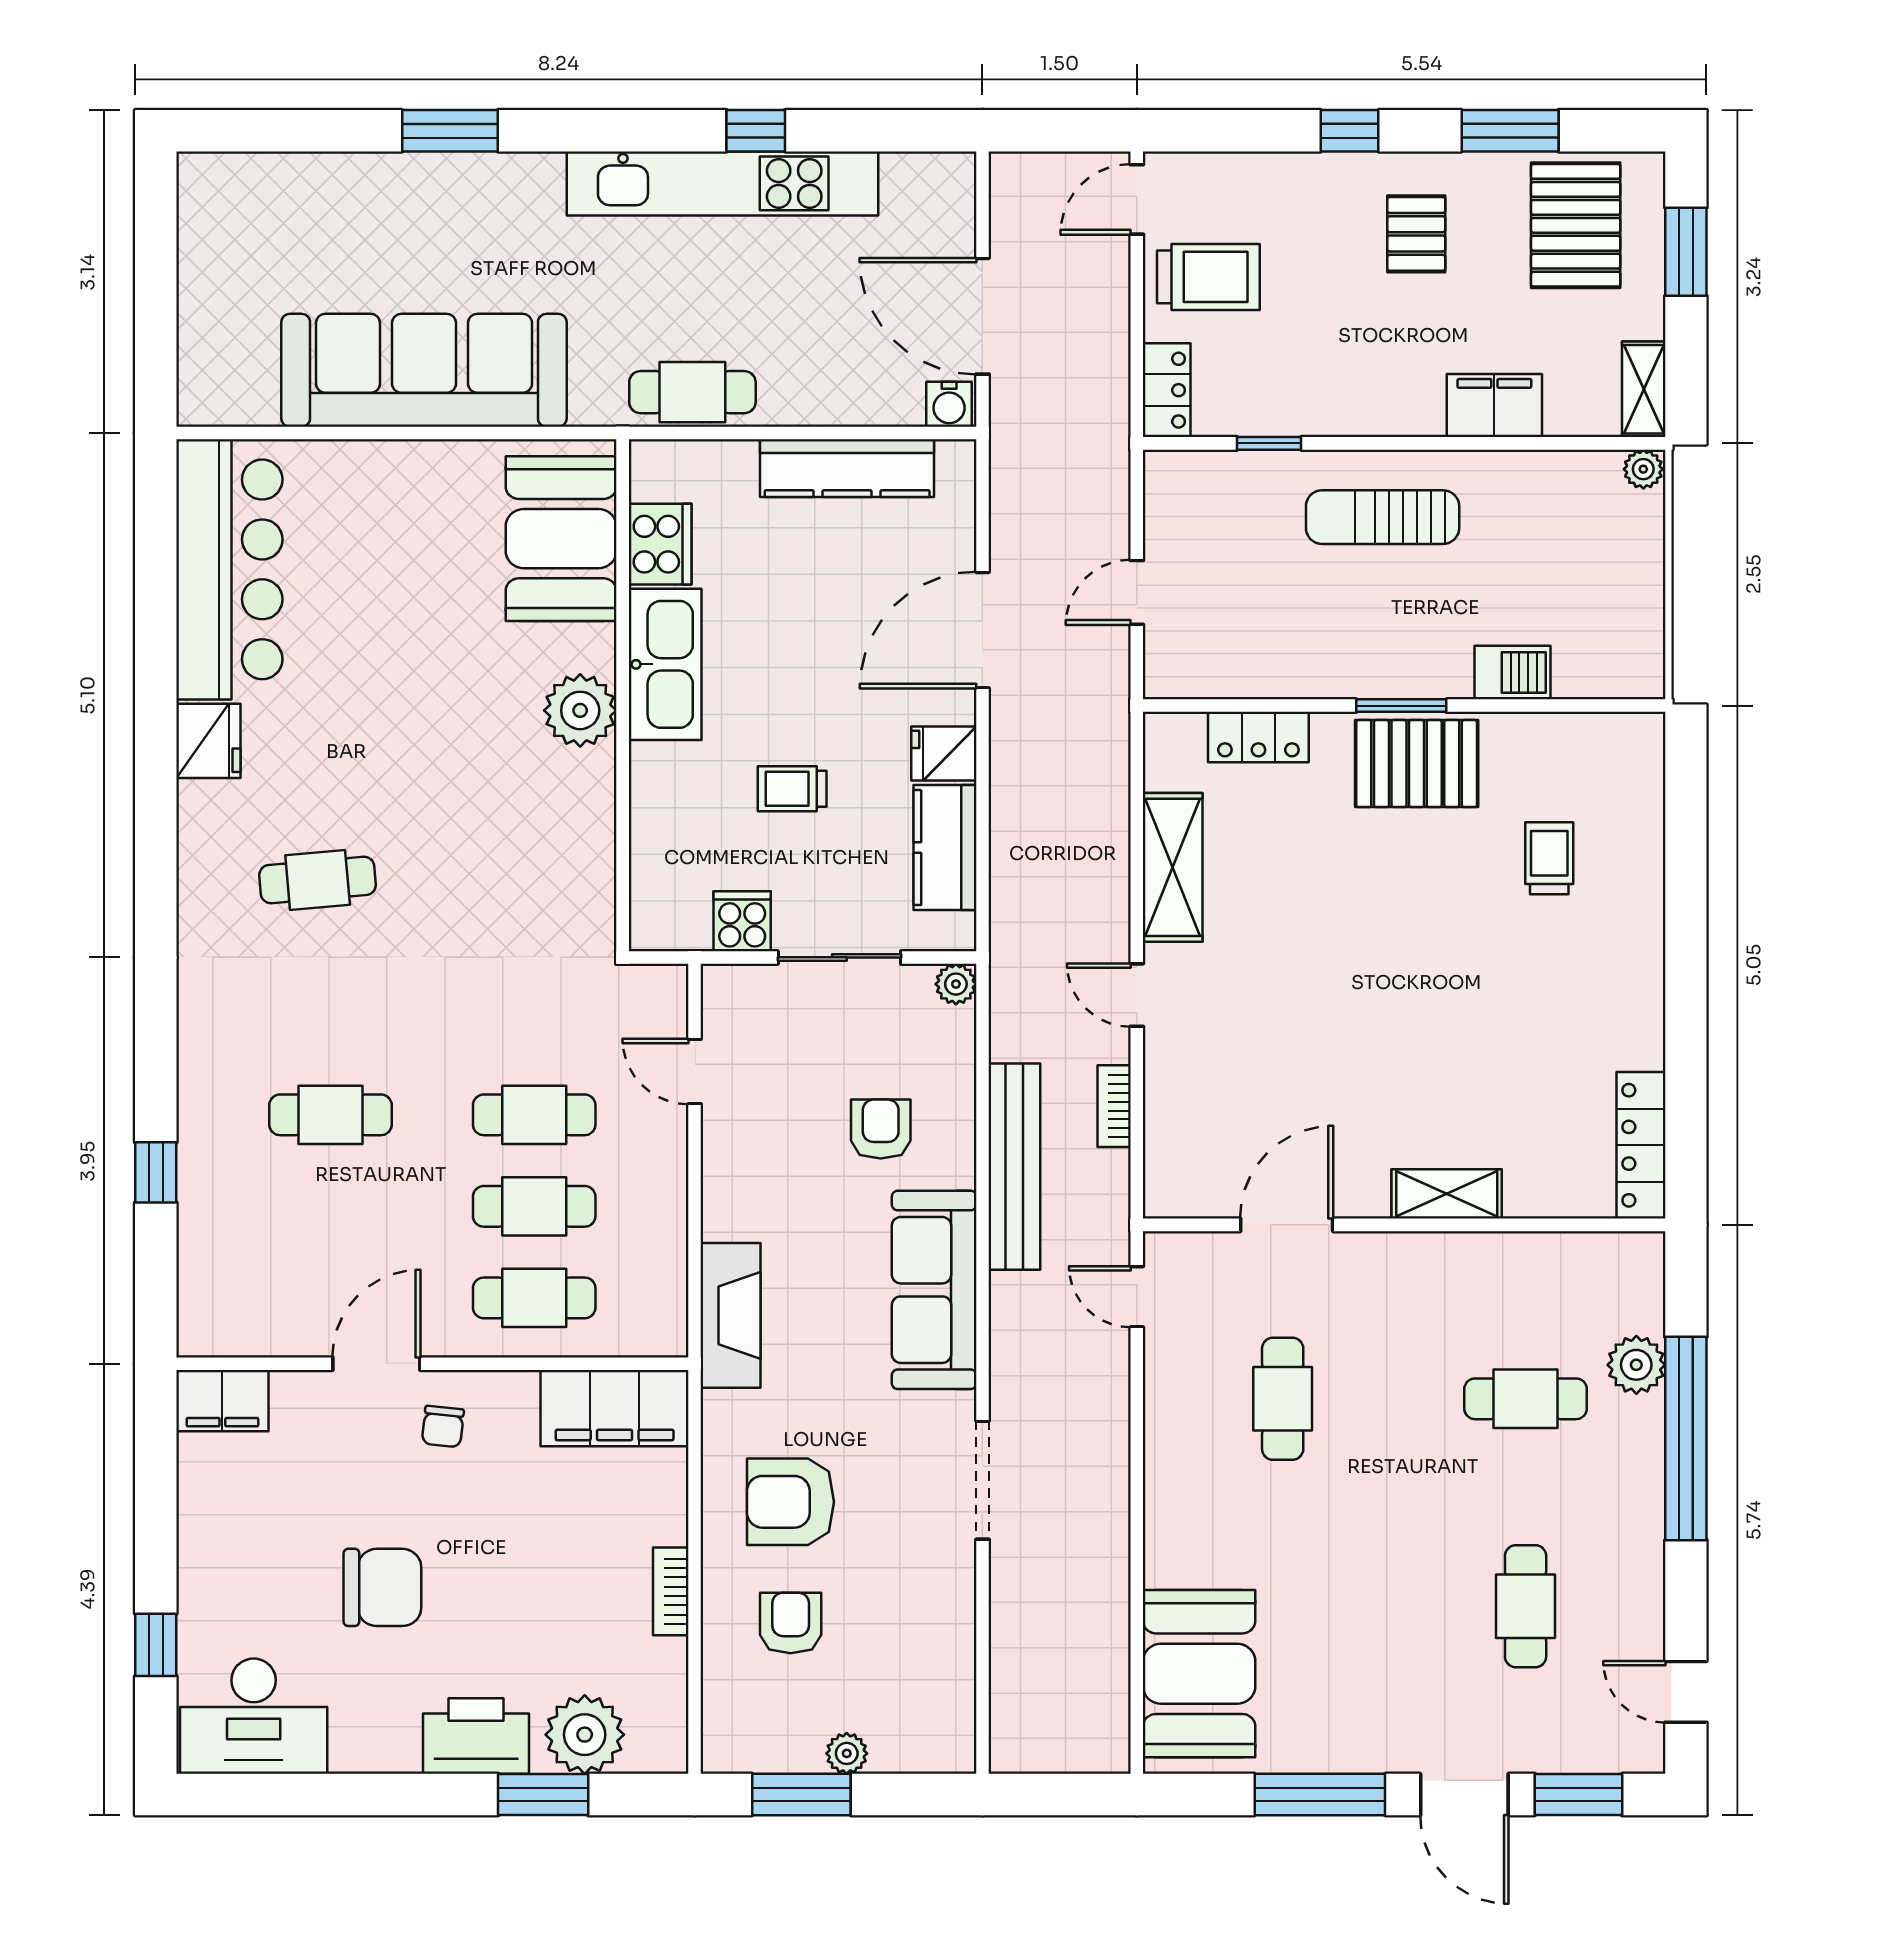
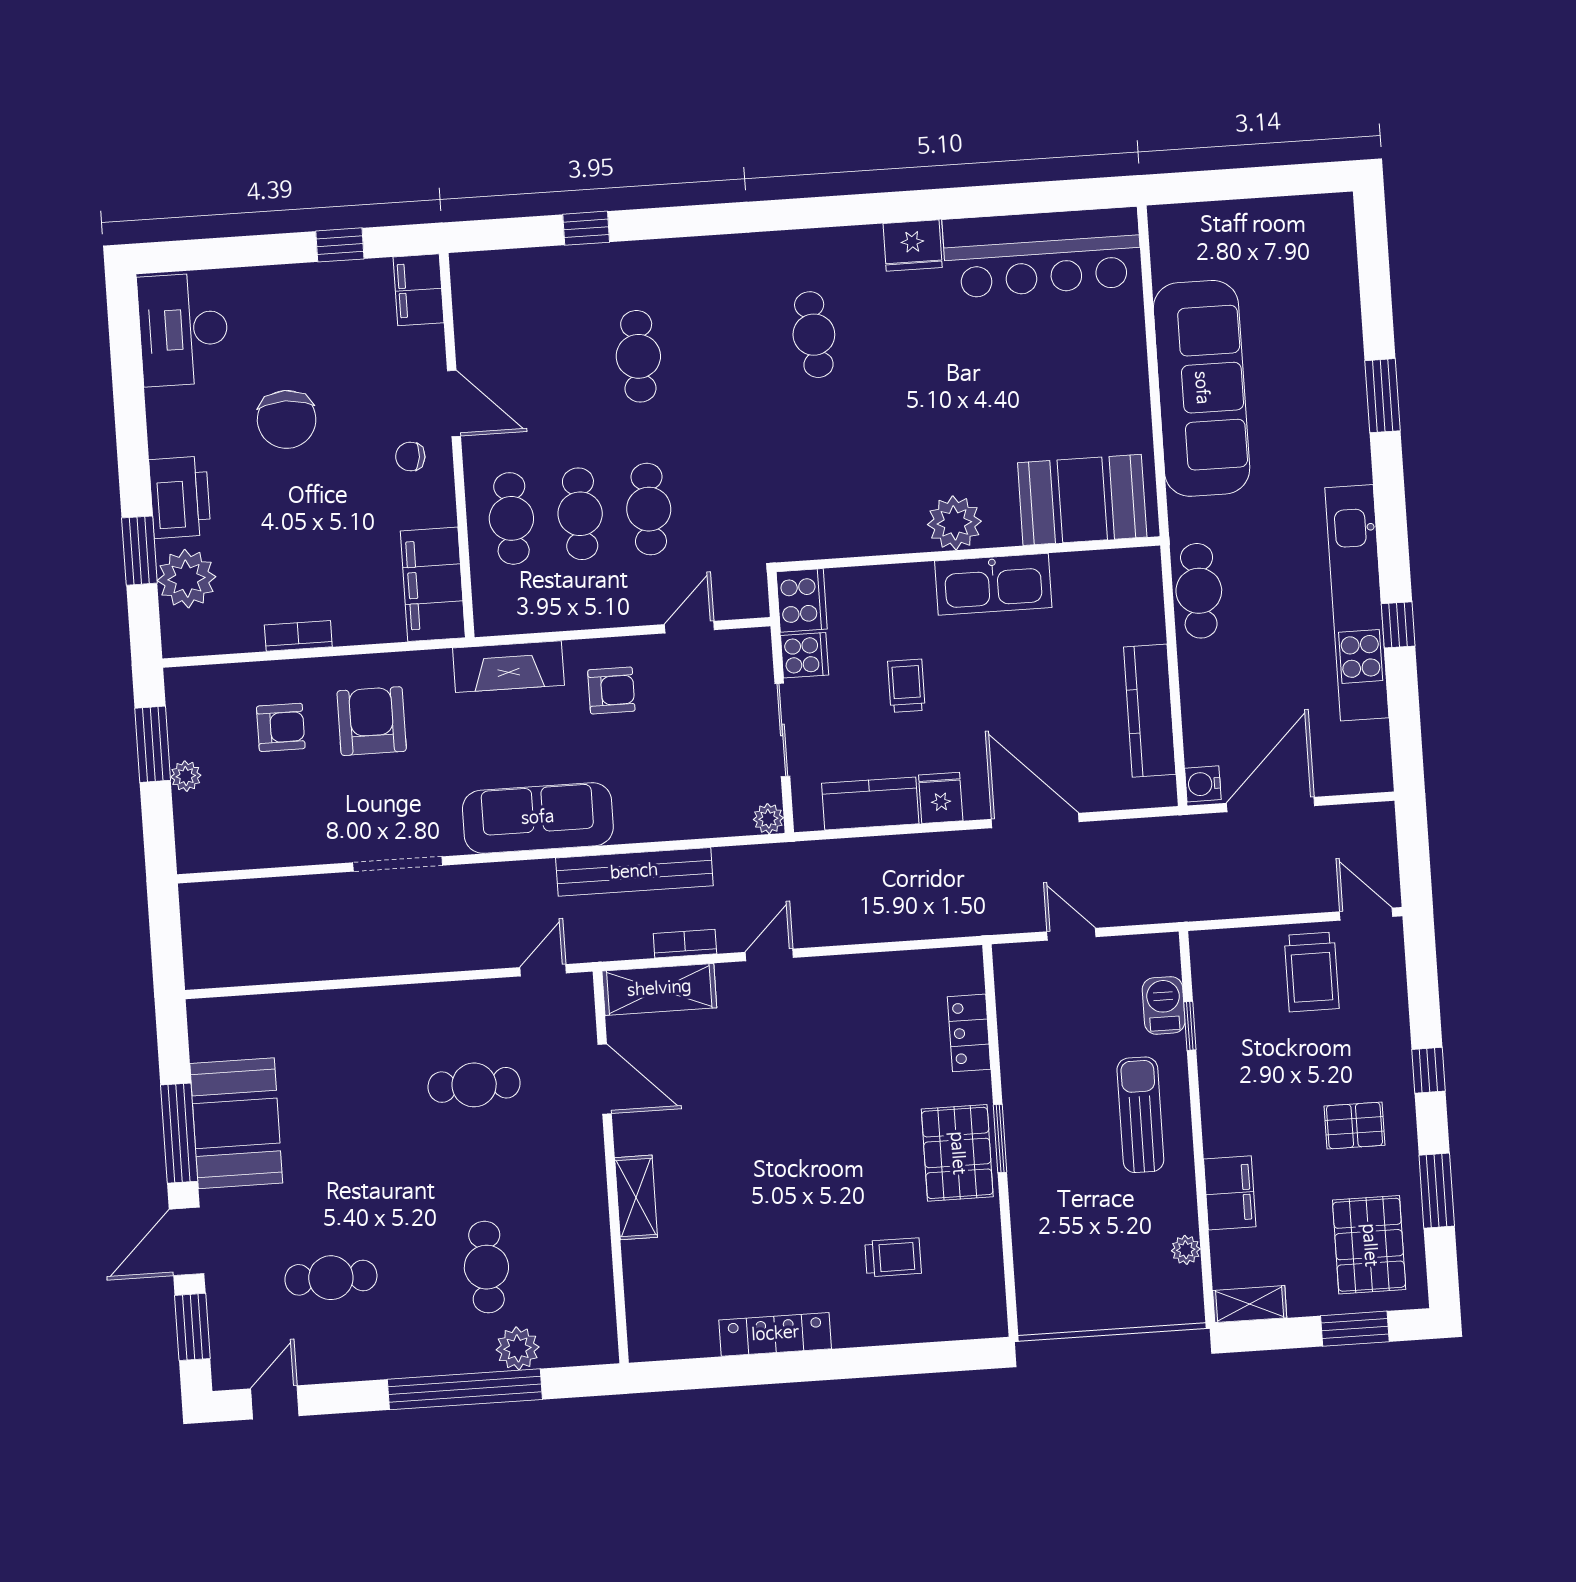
pallet: (1576, 225) -> (1369, 1245), turned 90
locker: (1167, 390) -> (1225, 946), removed
plant: (1643, 469) -> (1186, 1250), moved
cooker: (660, 544) -> (802, 600), moved, turned -90
barbecue: (1512, 673) -> (1164, 1005), moved, turned 180
shelving: (1173, 867) -> (659, 989), moved
armchair: (881, 1129) -> (611, 690), moved
locker: (1641, 1145) -> (775, 1334), moved
window: (156, 1645) -> (340, 245), moved
booth: (1199, 1674) -> (236, 1123), moved, turned 90

